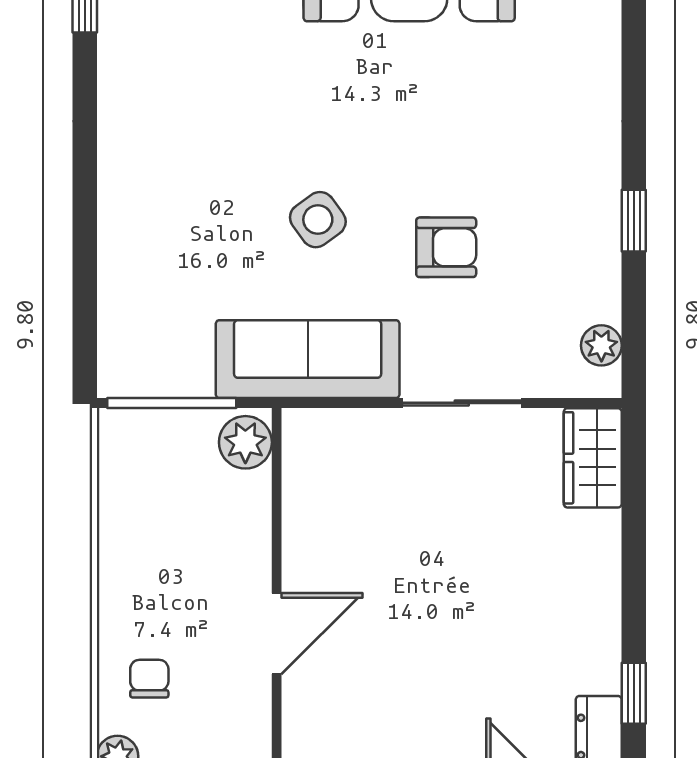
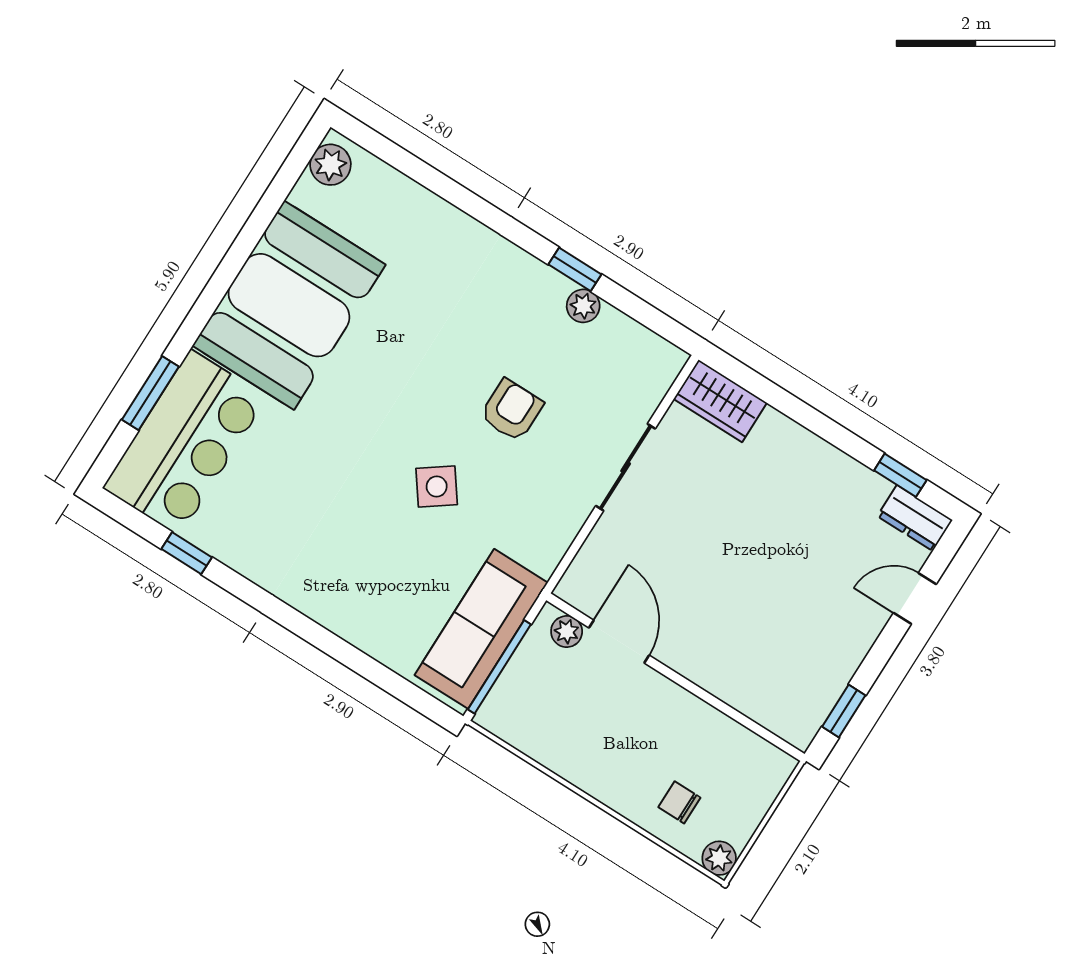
plant: (601, 345) -> (583, 306), moved
sofa: (308, 359) -> (481, 629), moved
plant: (245, 442) -> (567, 632), width x0.73, depth x0.73
door: (277, 634) -> (619, 642), moved

